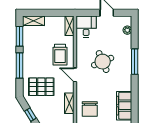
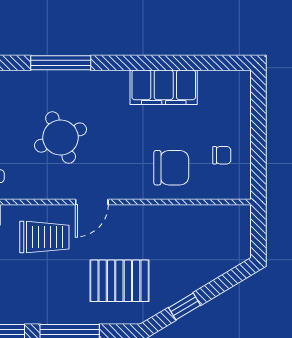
pallet: (41, 87) -> (119, 281), turned 90
shelving: (69, 103) -> (158, 215), removed

